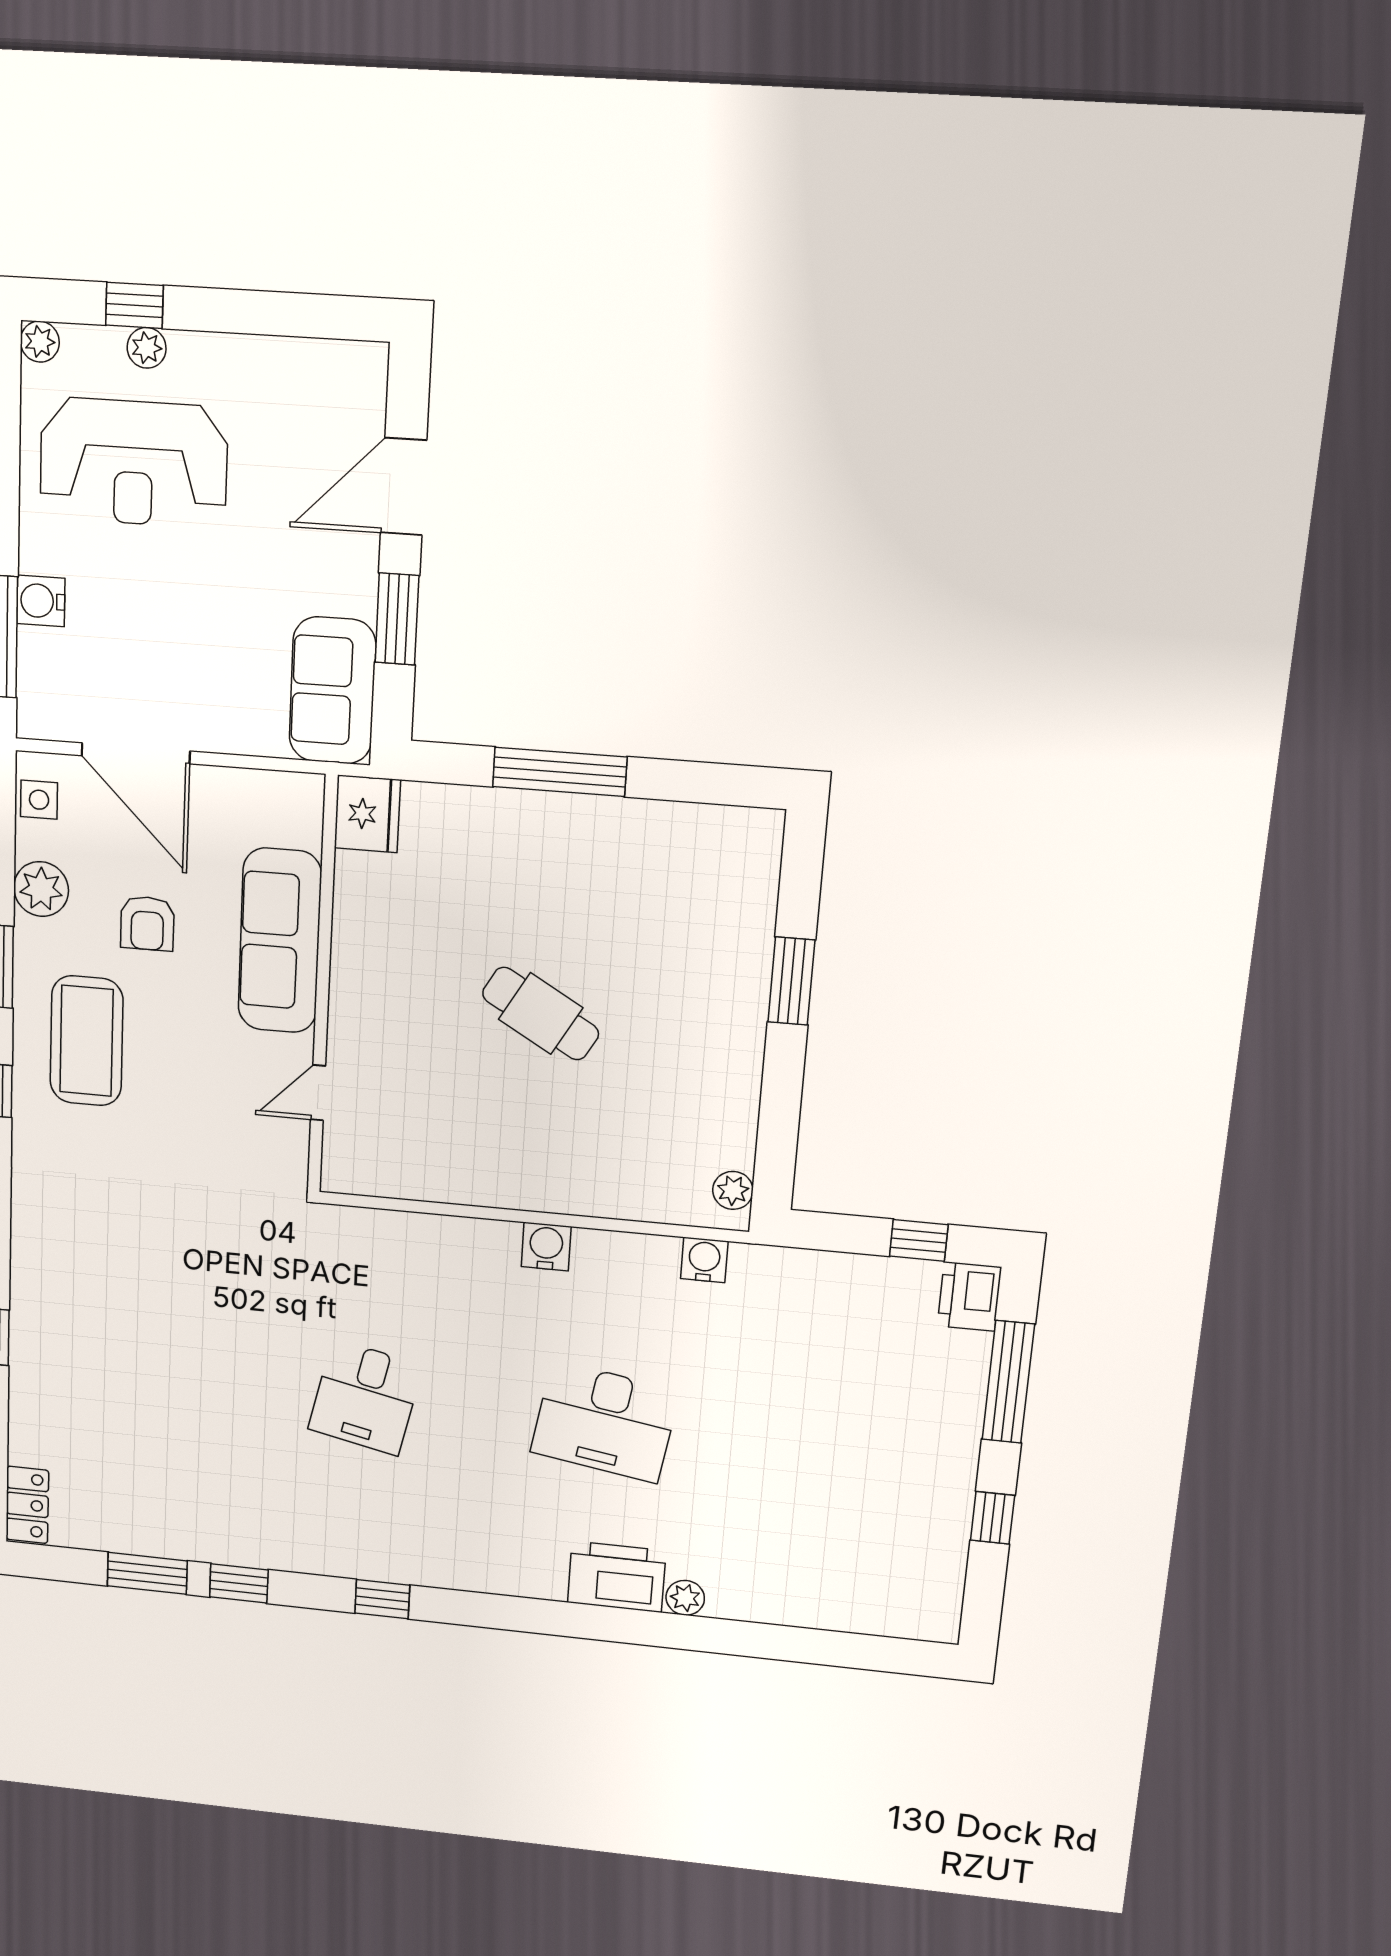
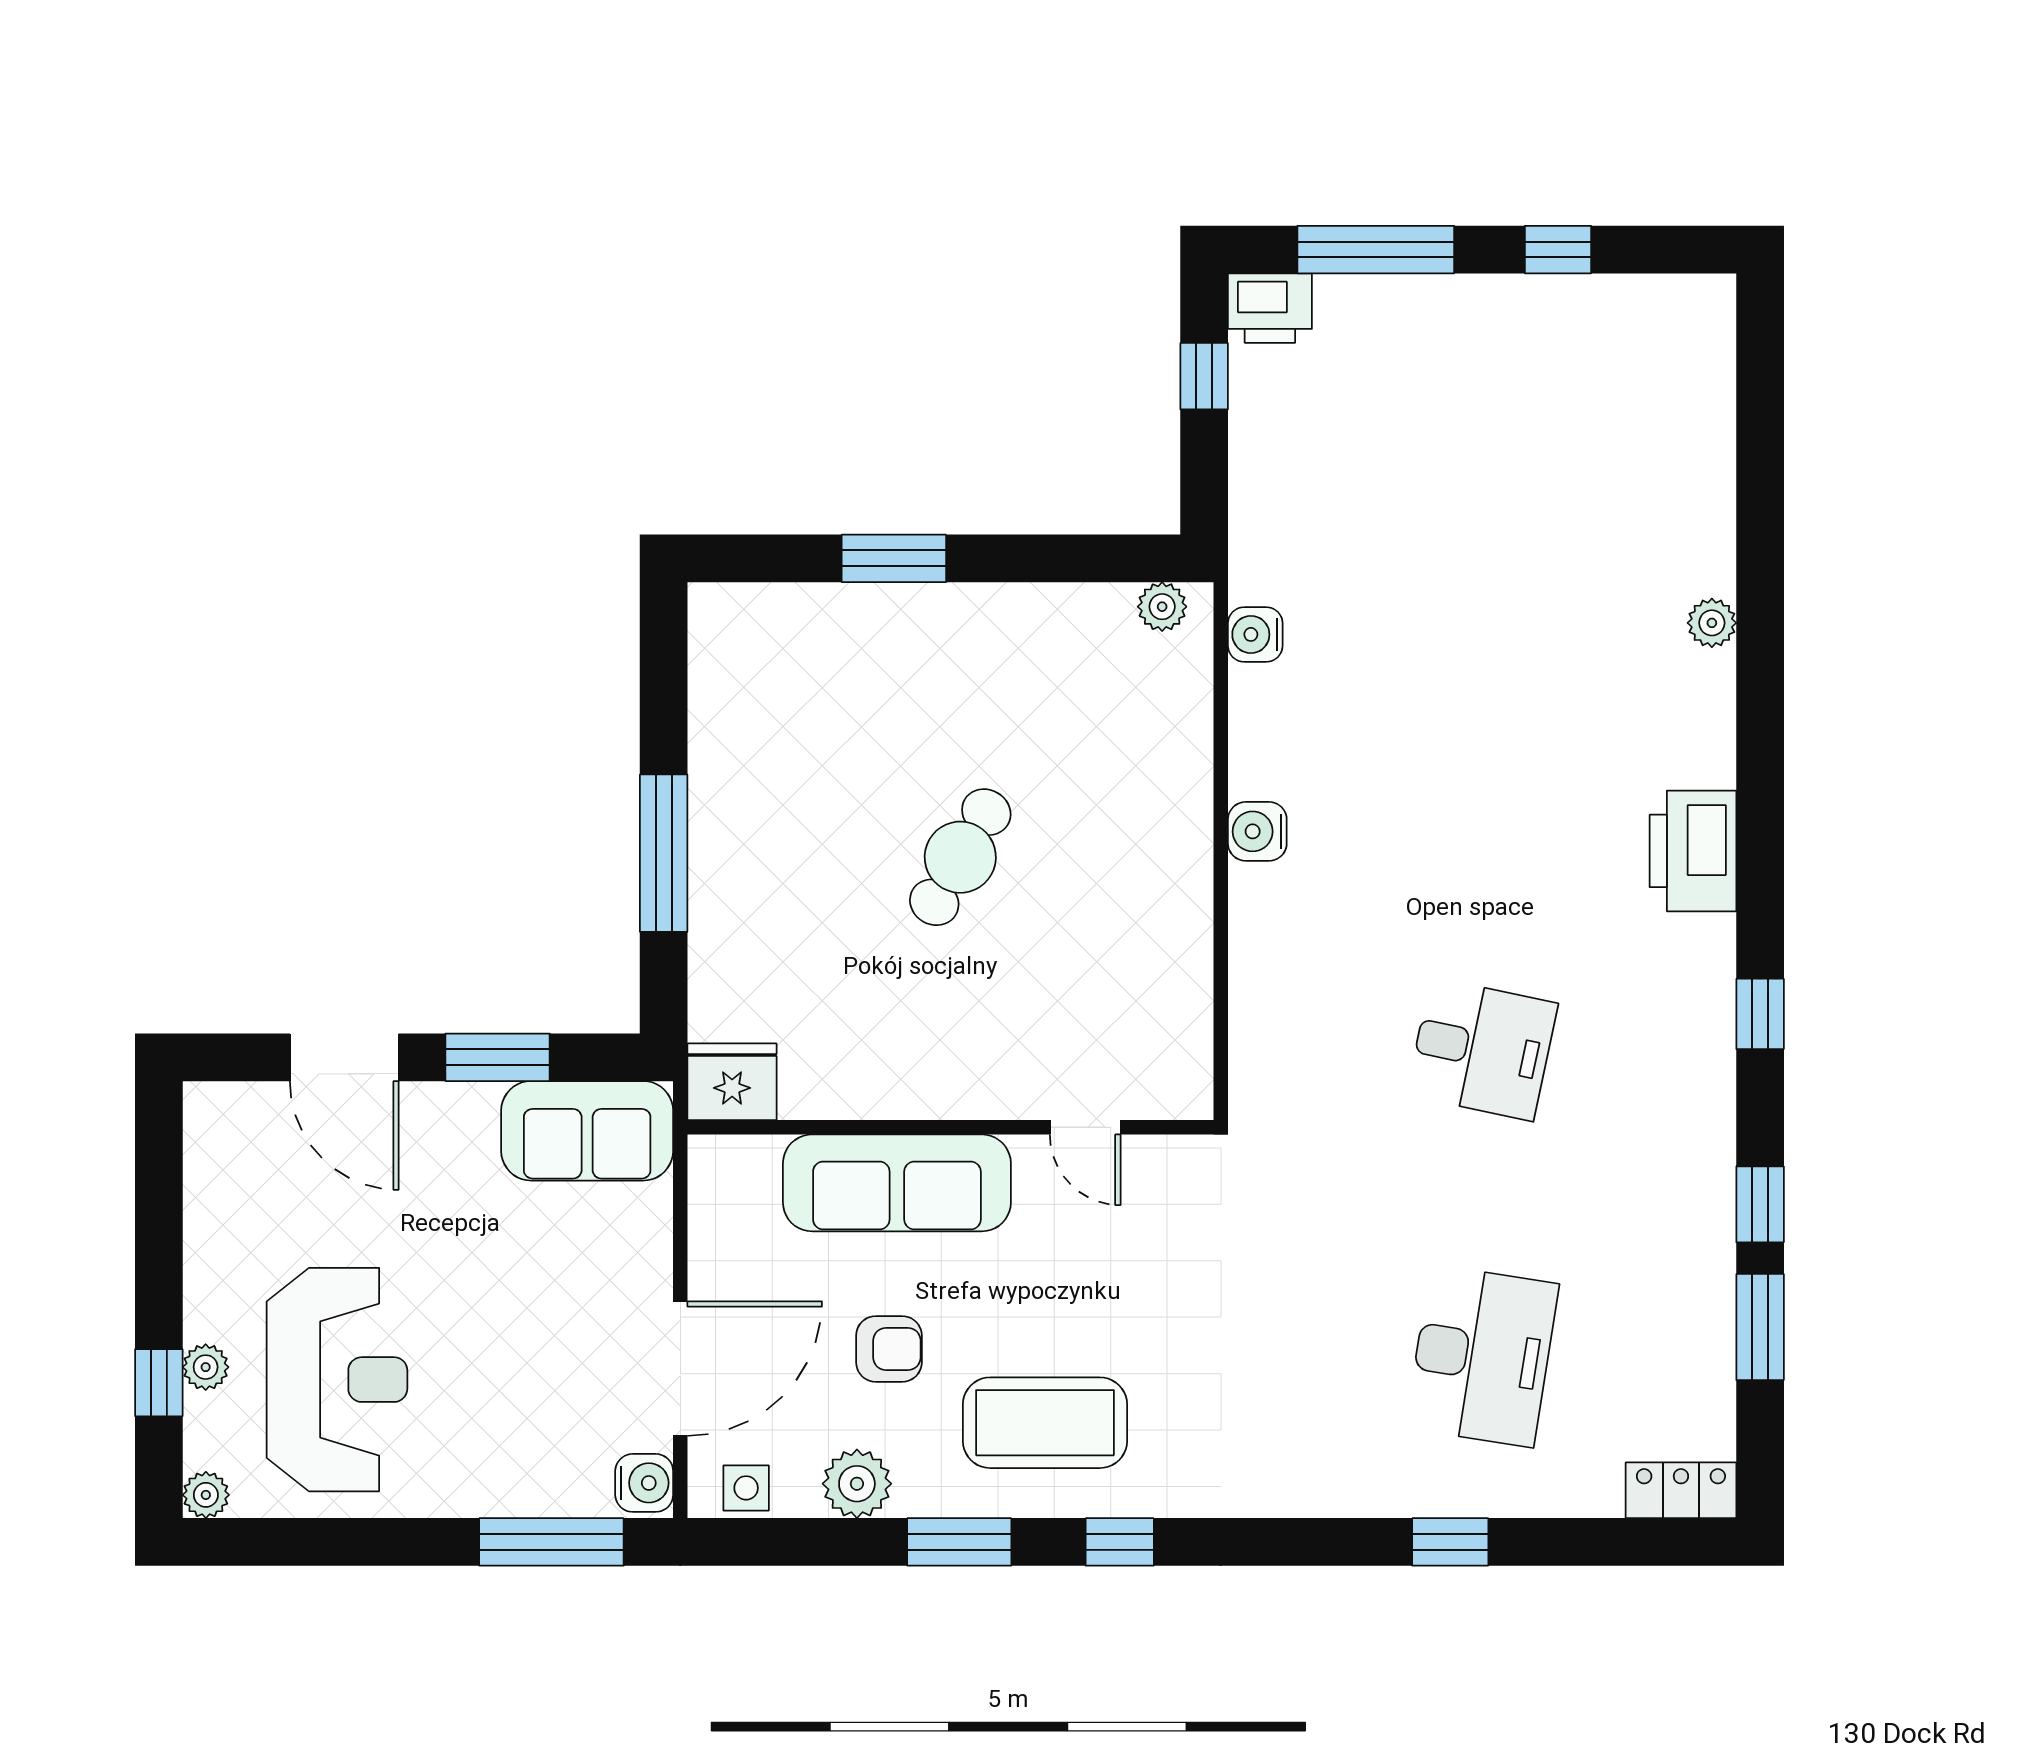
water cooler: (41, 601) -> (644, 1483), moved, turned -90
desk: (605, 1422) -> (1482, 1356), moved
printer: (617, 1577) -> (1693, 851), moved

